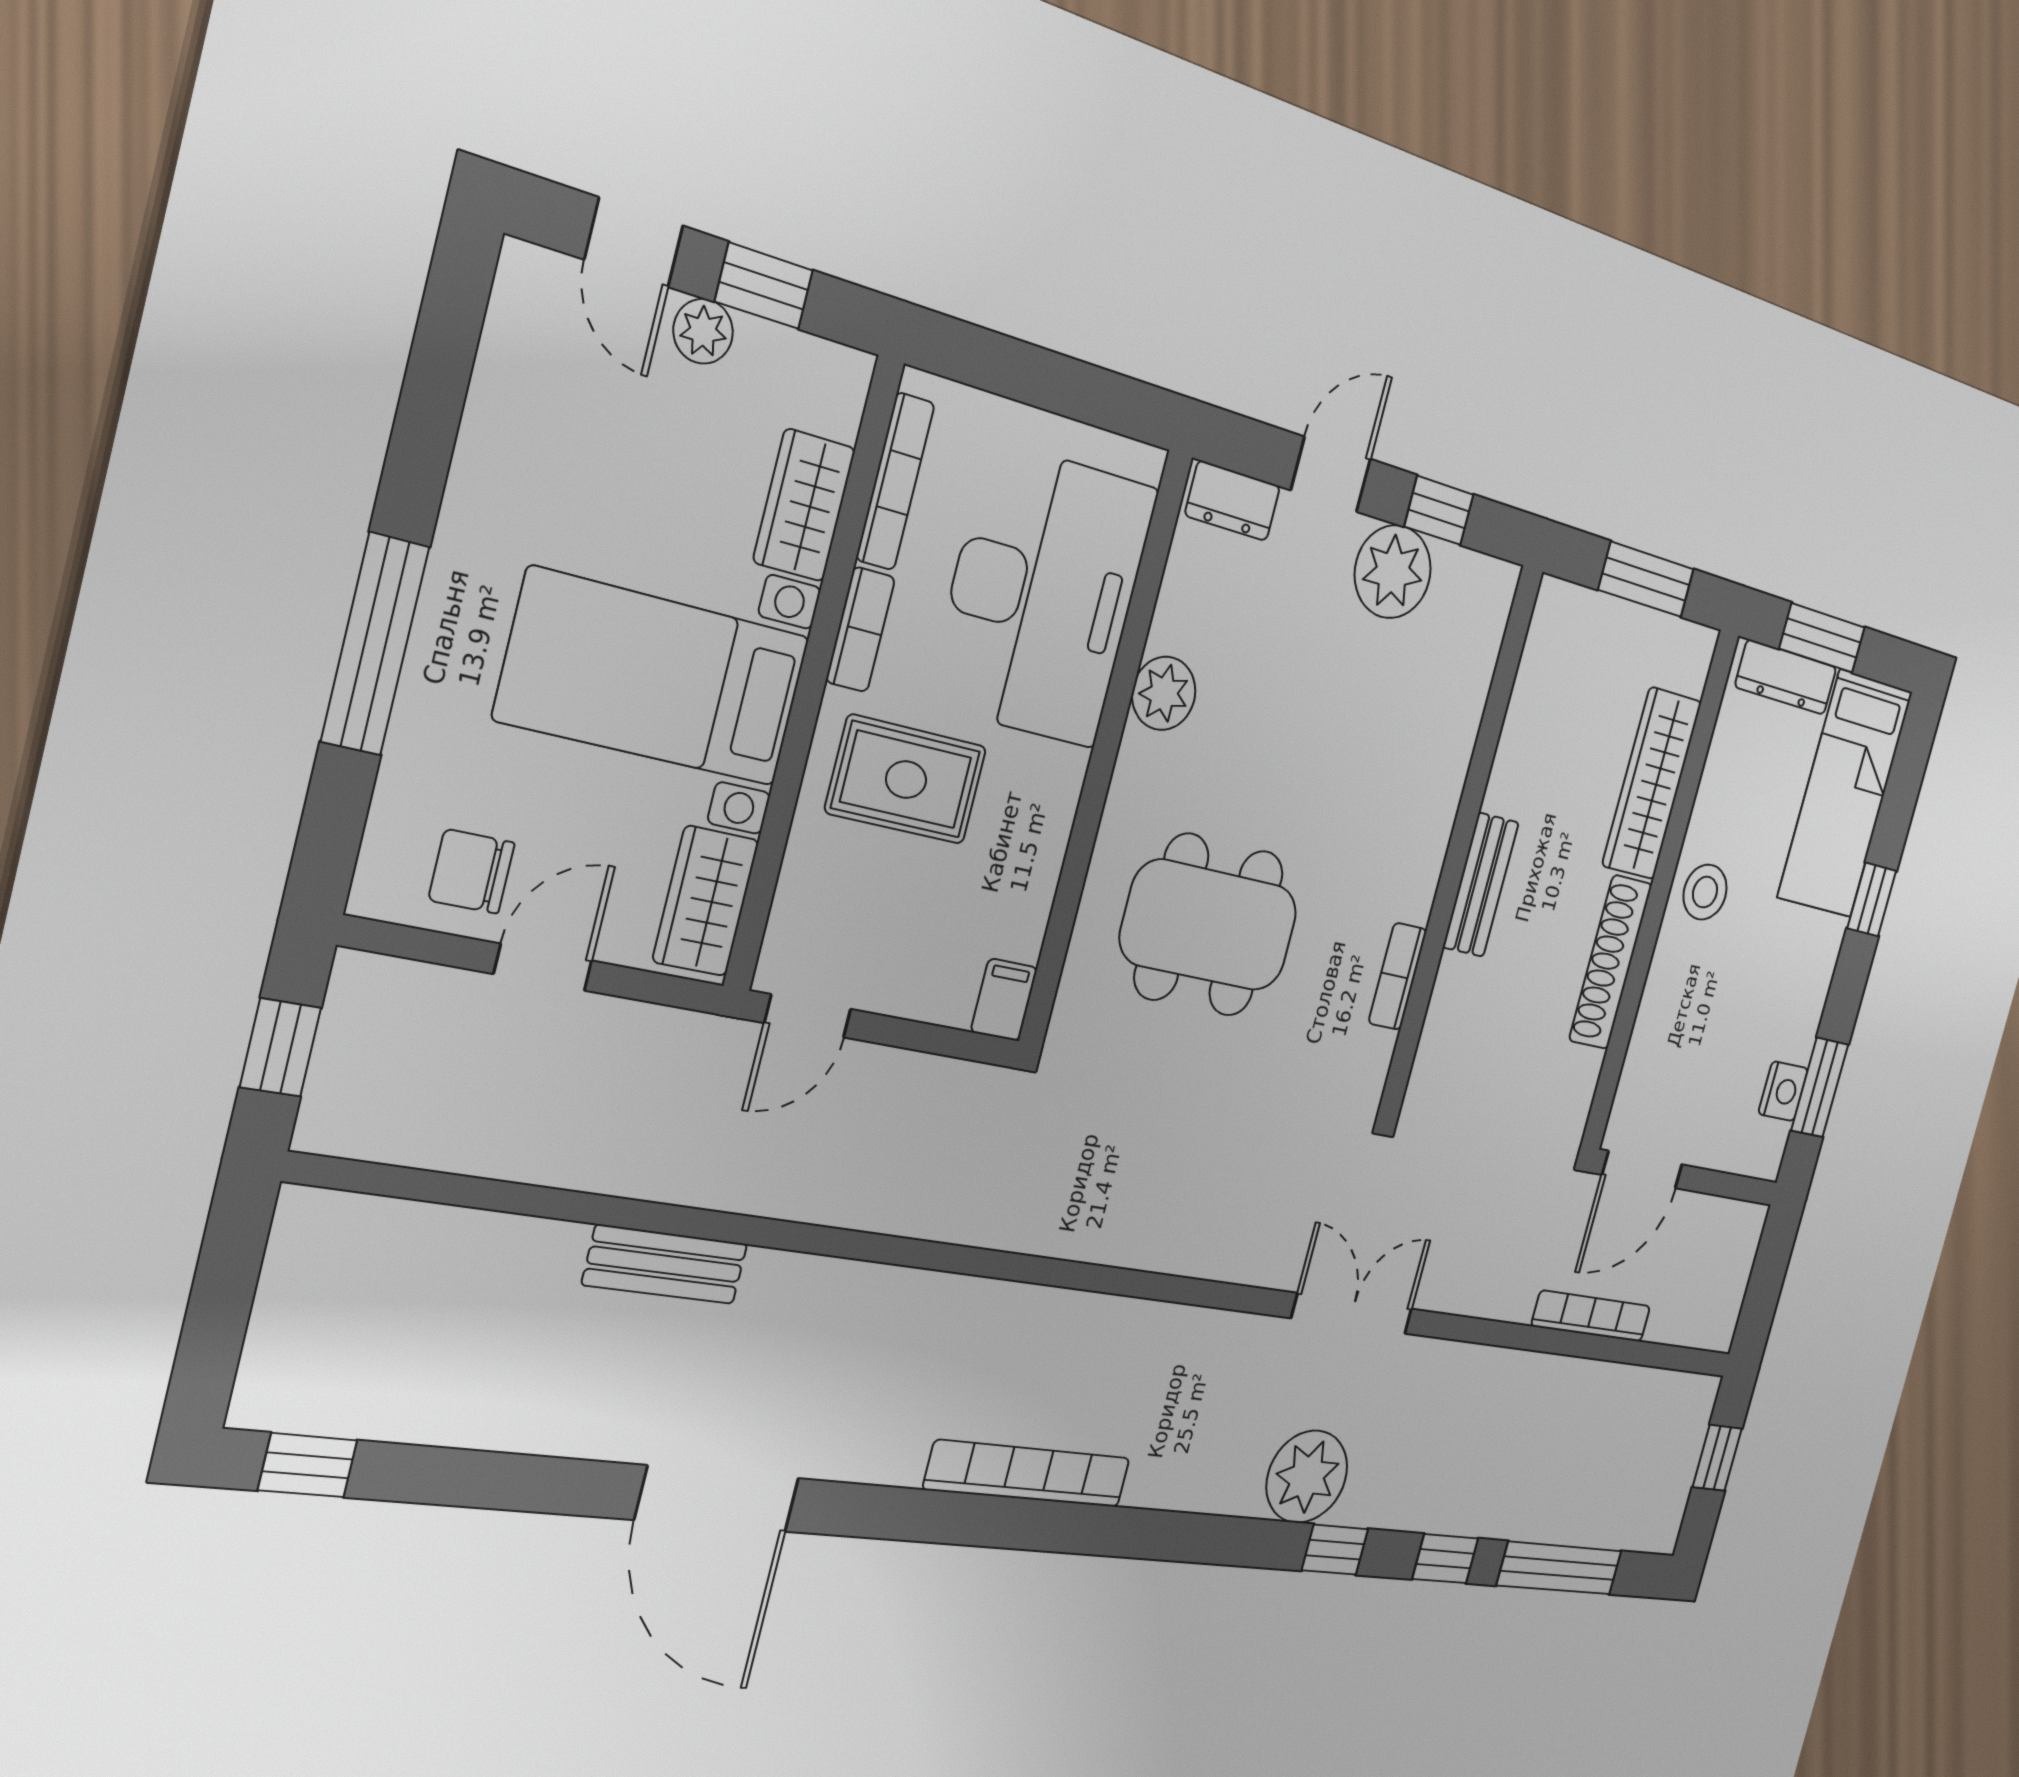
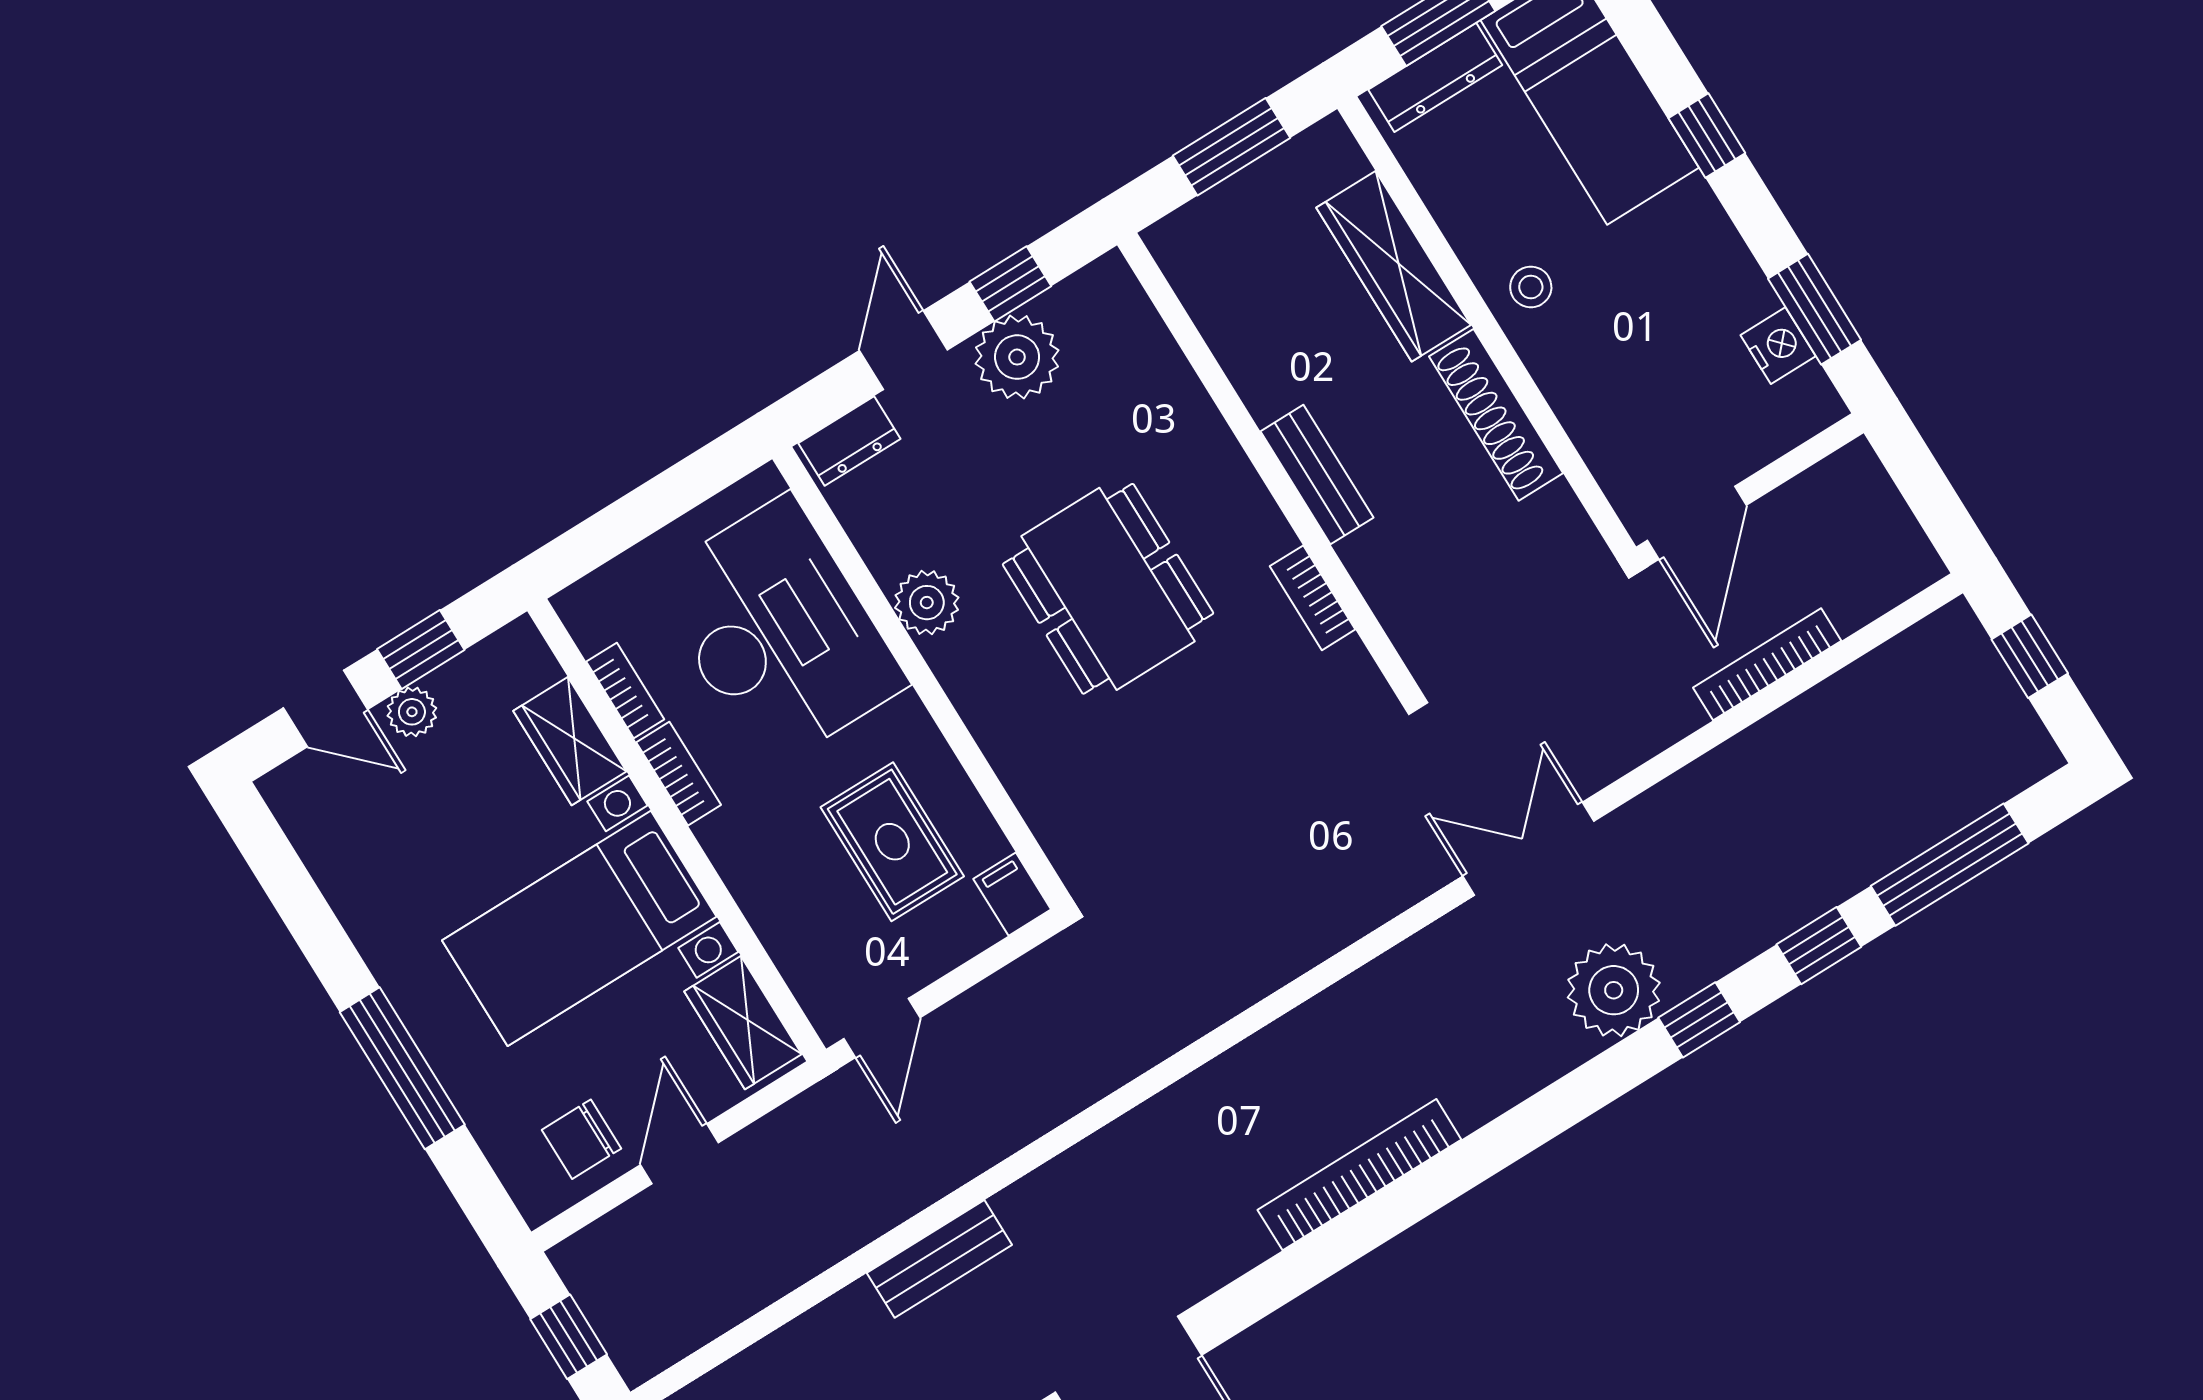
bookcase: (895, 482) -> (625, 690), width x0.64
rug: (906, 780) -> (892, 842), moved, turned 90
stool: (1705, 892) -> (1531, 287), width x0.73, depth x0.73
dining table: (1209, 925) -> (1108, 589), moved, turned 90

